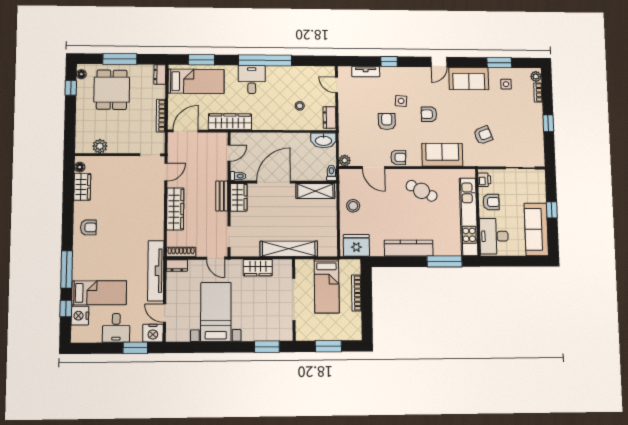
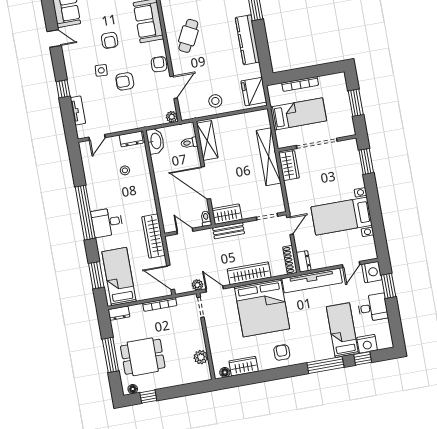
plant: (173, 156) -> (197, 285), added
toilet: (331, 173) -> (189, 143), moved
bed: (138, 216) -> (262, 308), added
wardrobe: (258, 268) -> (289, 166), moved

